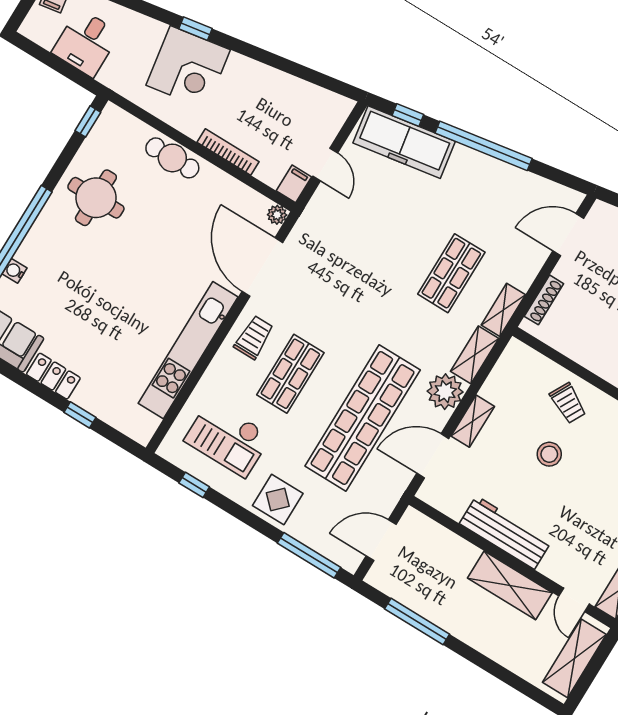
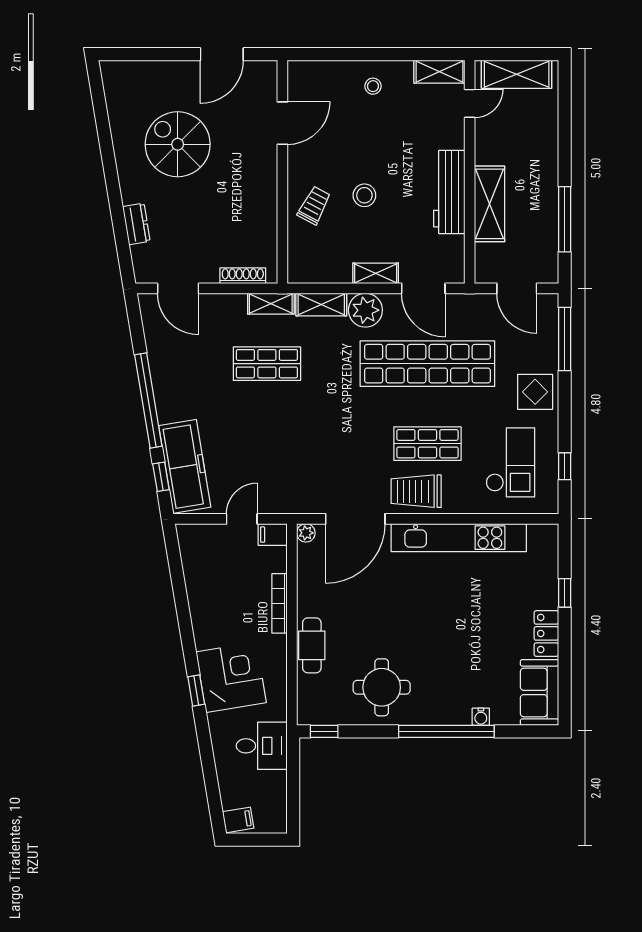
desk: (86, 43) -> (262, 746), moved
trolley: (254, 337) -> (416, 491), width x1.36, depth x1.39
shelving: (510, 585) -> (490, 204), moved

